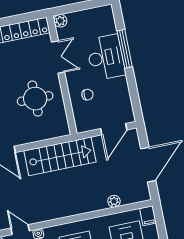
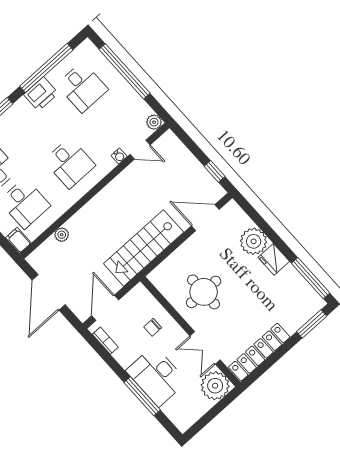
plant: (60, 21) -> (215, 386), width x1.88, depth x1.88
bookcase: (128, 105) -> (105, 341), added

